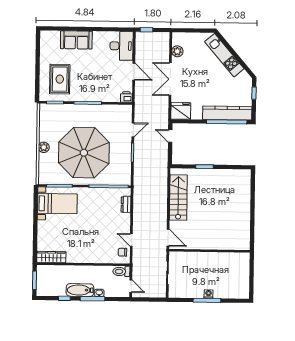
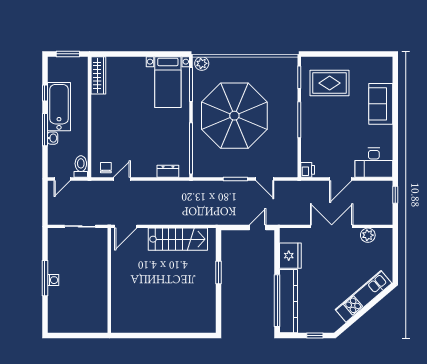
fridge: (181, 111) -> (290, 256), moved
plant: (44, 147) -> (202, 63), moved
bathtub: (80, 290) -> (59, 107), width x1.36, depth x1.36

